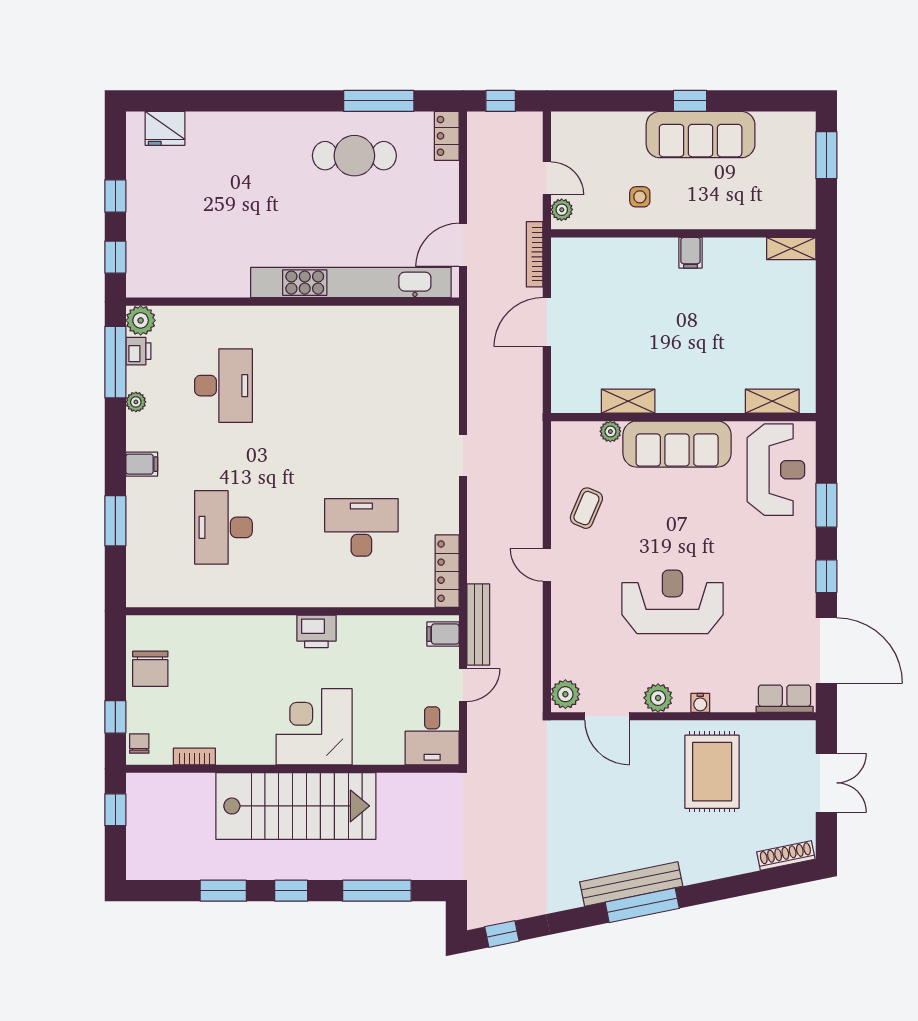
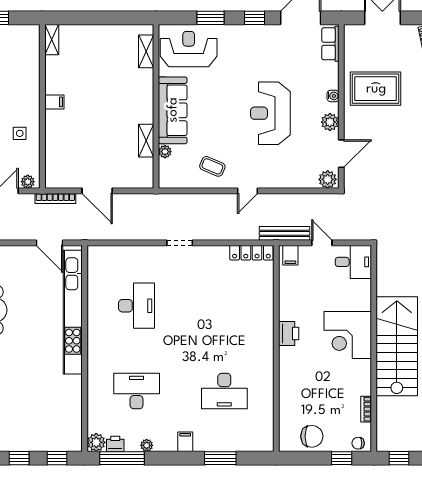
desk: (361, 527) -> (137, 306), moved, turned 180

